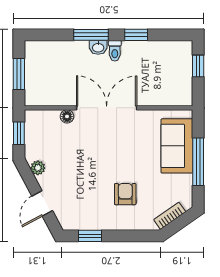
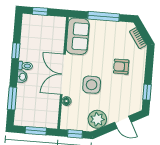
window: (91, 35) -> (12, 98), moved
sofa: (177, 146) -> (78, 36), moved, turned -90
side table: (94, 152) -> (92, 85), added
plant: (38, 168) -> (97, 119), width x1.88, depth x1.88

